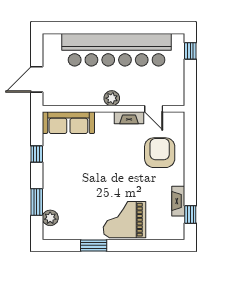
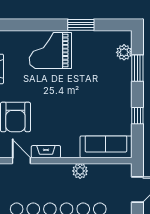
plant: (112, 98) -> (80, 171), moved
grand piano: (125, 220) -> (50, 50), turned 180

